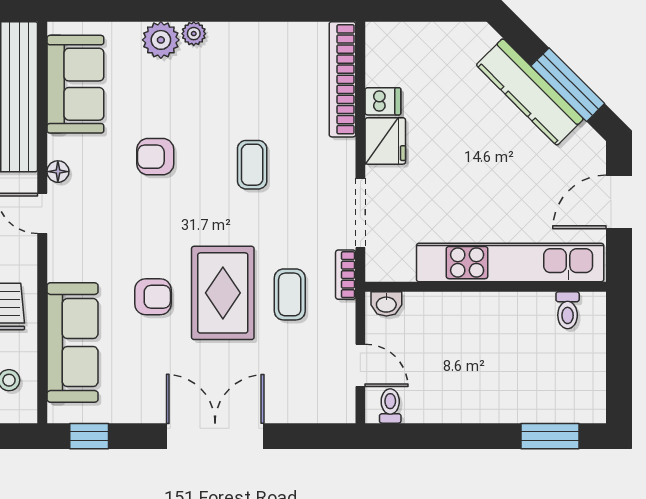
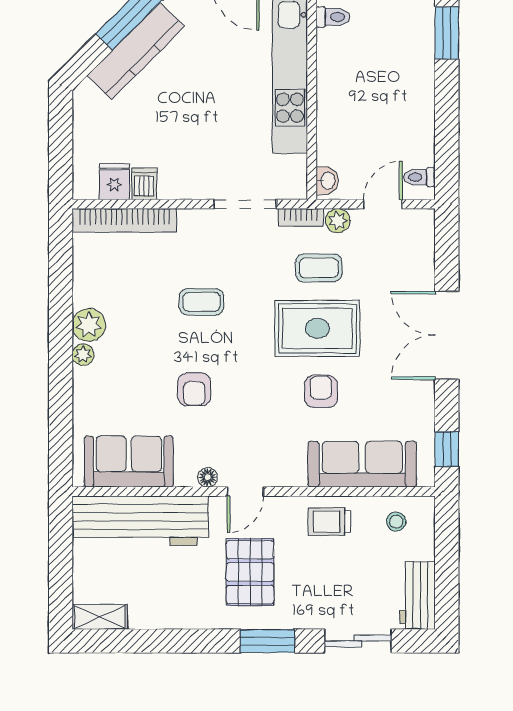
plant: (161, 40) -> (89, 325), moved
fridge: (385, 141) -> (114, 182), moved, width x0.72
plant: (342, 315) -> (338, 221), added

